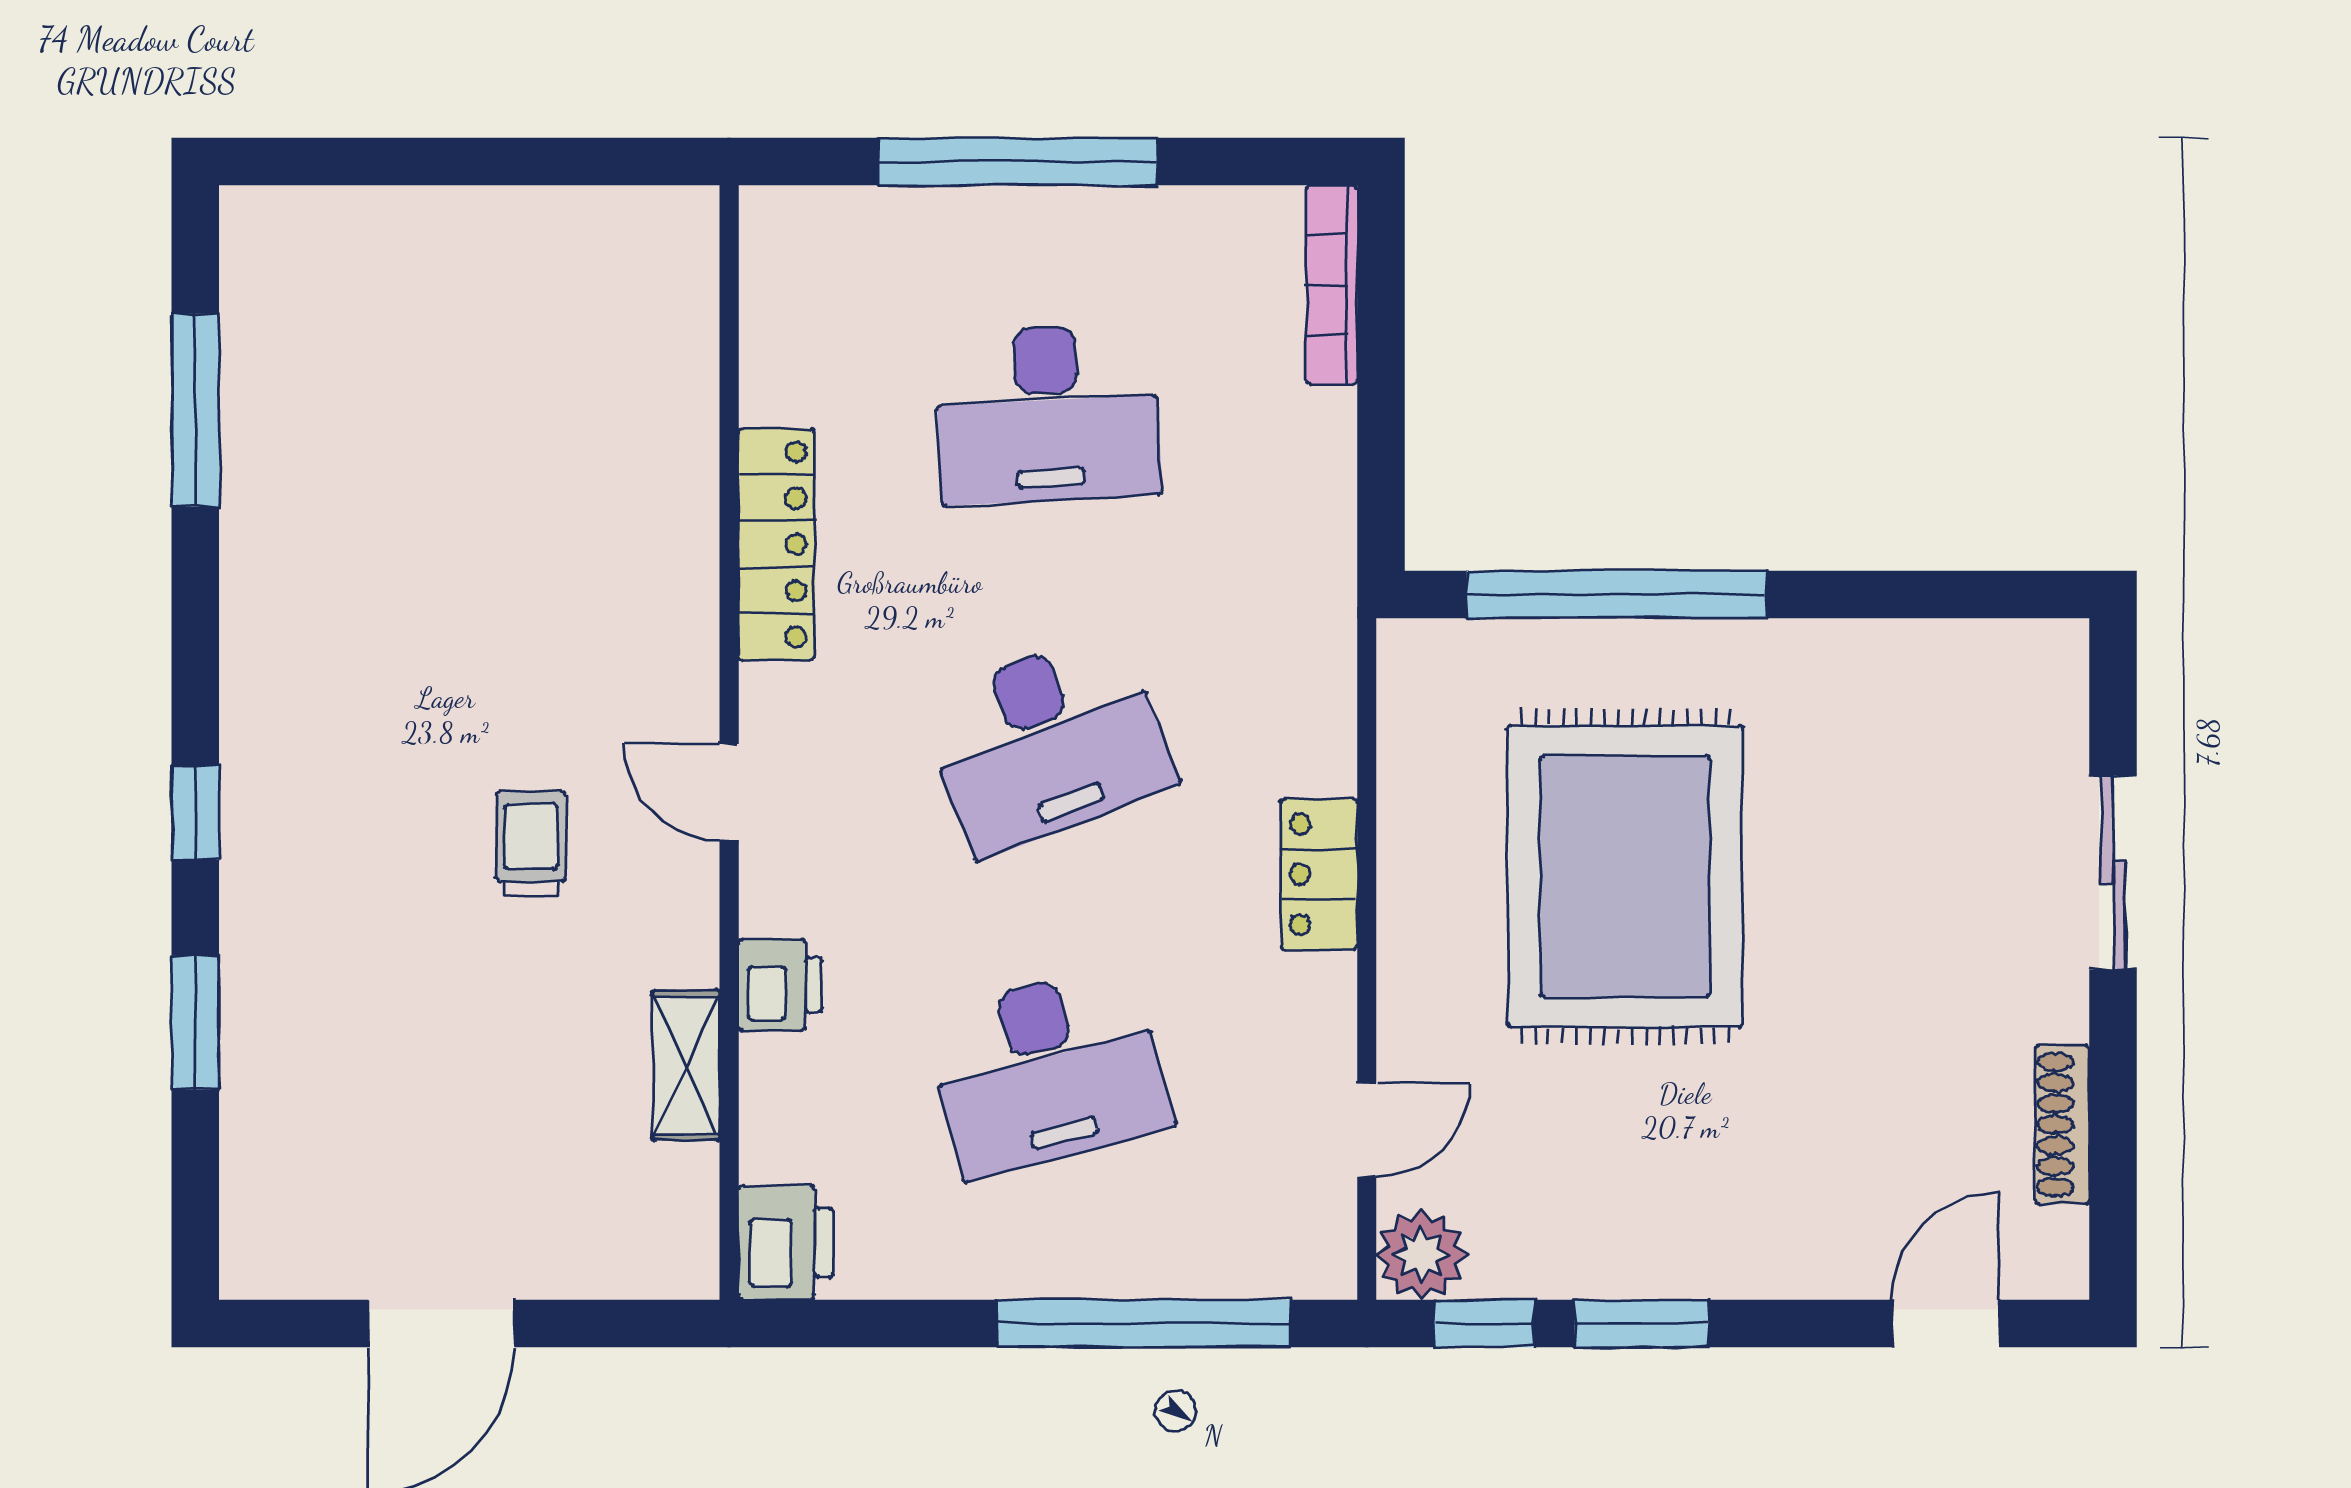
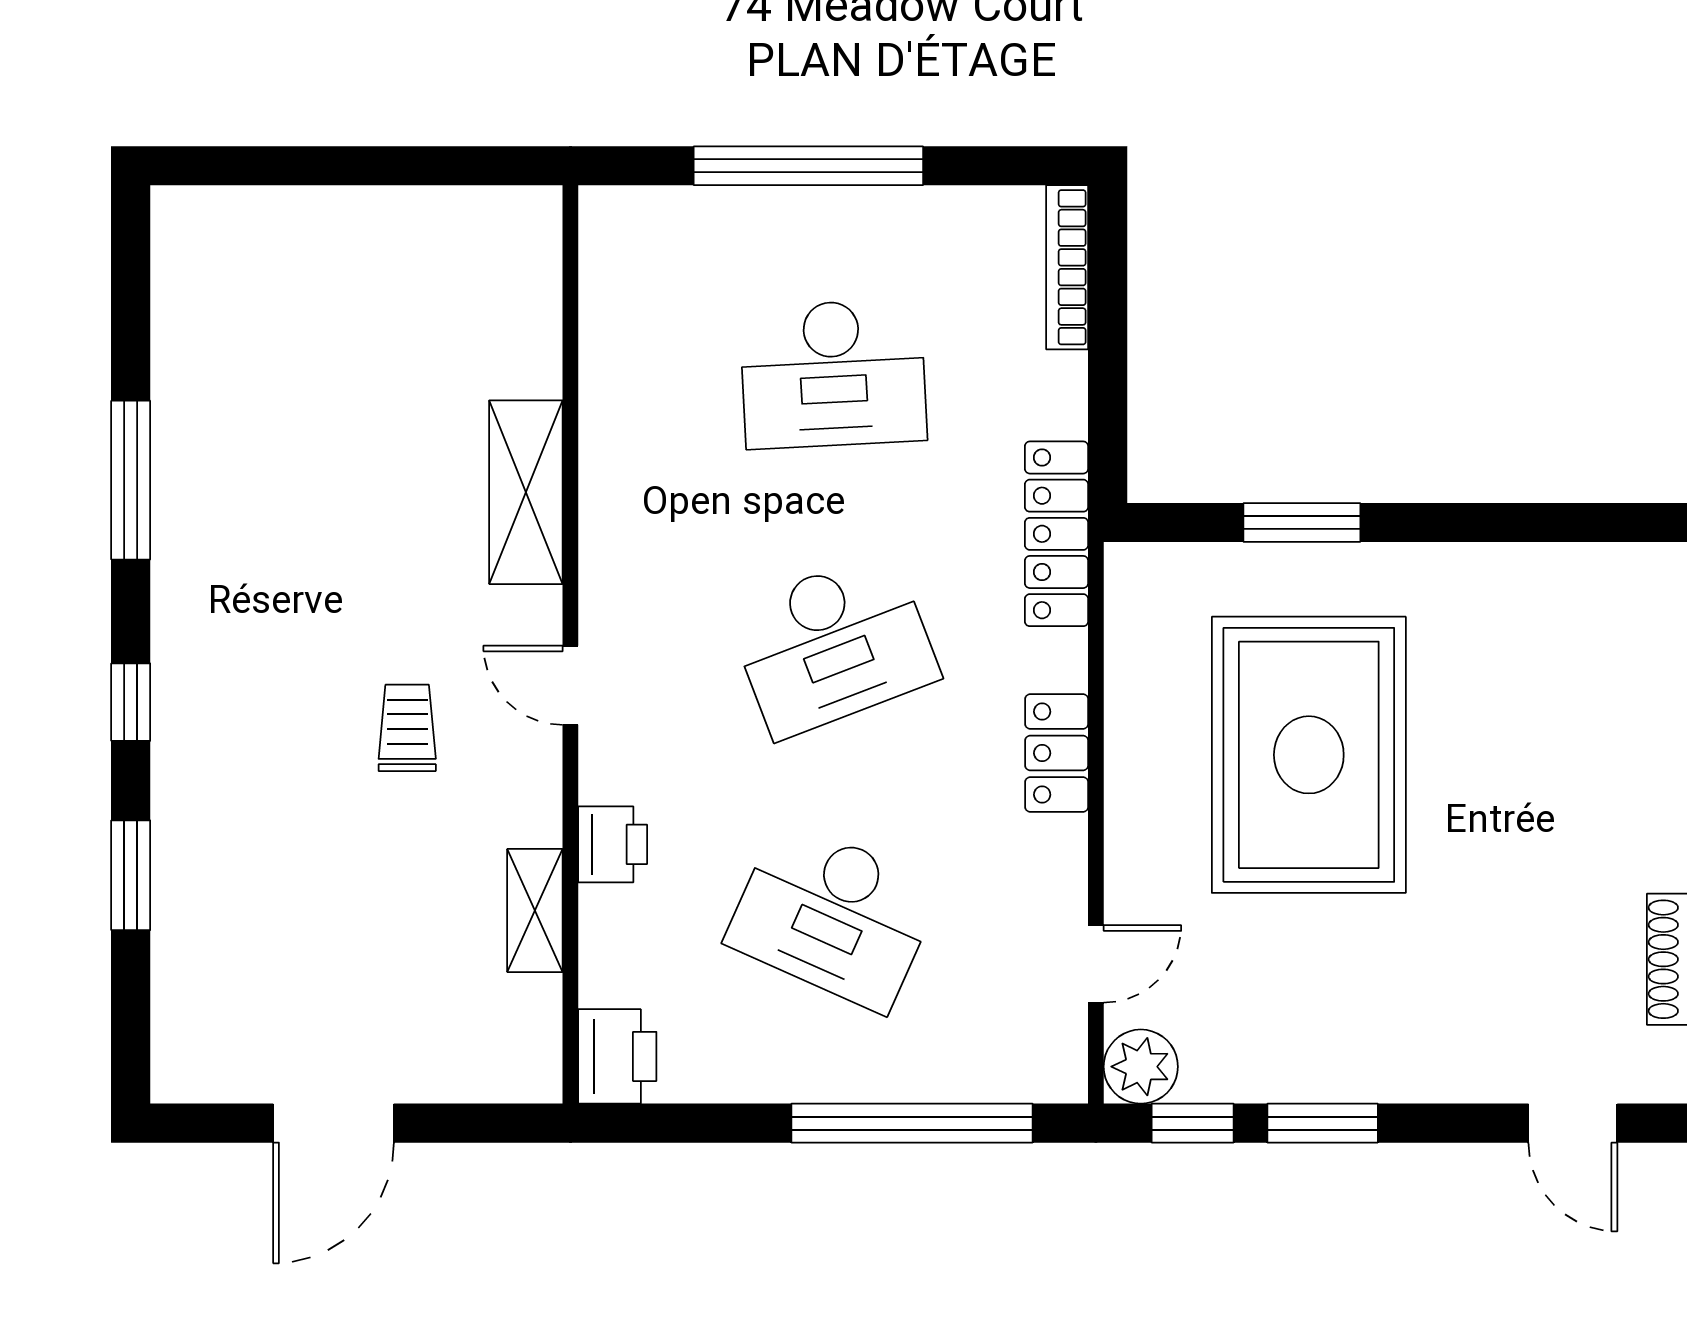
window: (195, 410) -> (131, 480), moved
locker: (777, 544) -> (1057, 534), moved, turned 180
shelving: (675, 558) -> (526, 492), added
window: (1617, 594) -> (1302, 522), width x0.47
desk: (1048, 1071) -> (833, 915), turned 39
door: (1946, 1323) -> (1573, 1123), swing flipped

